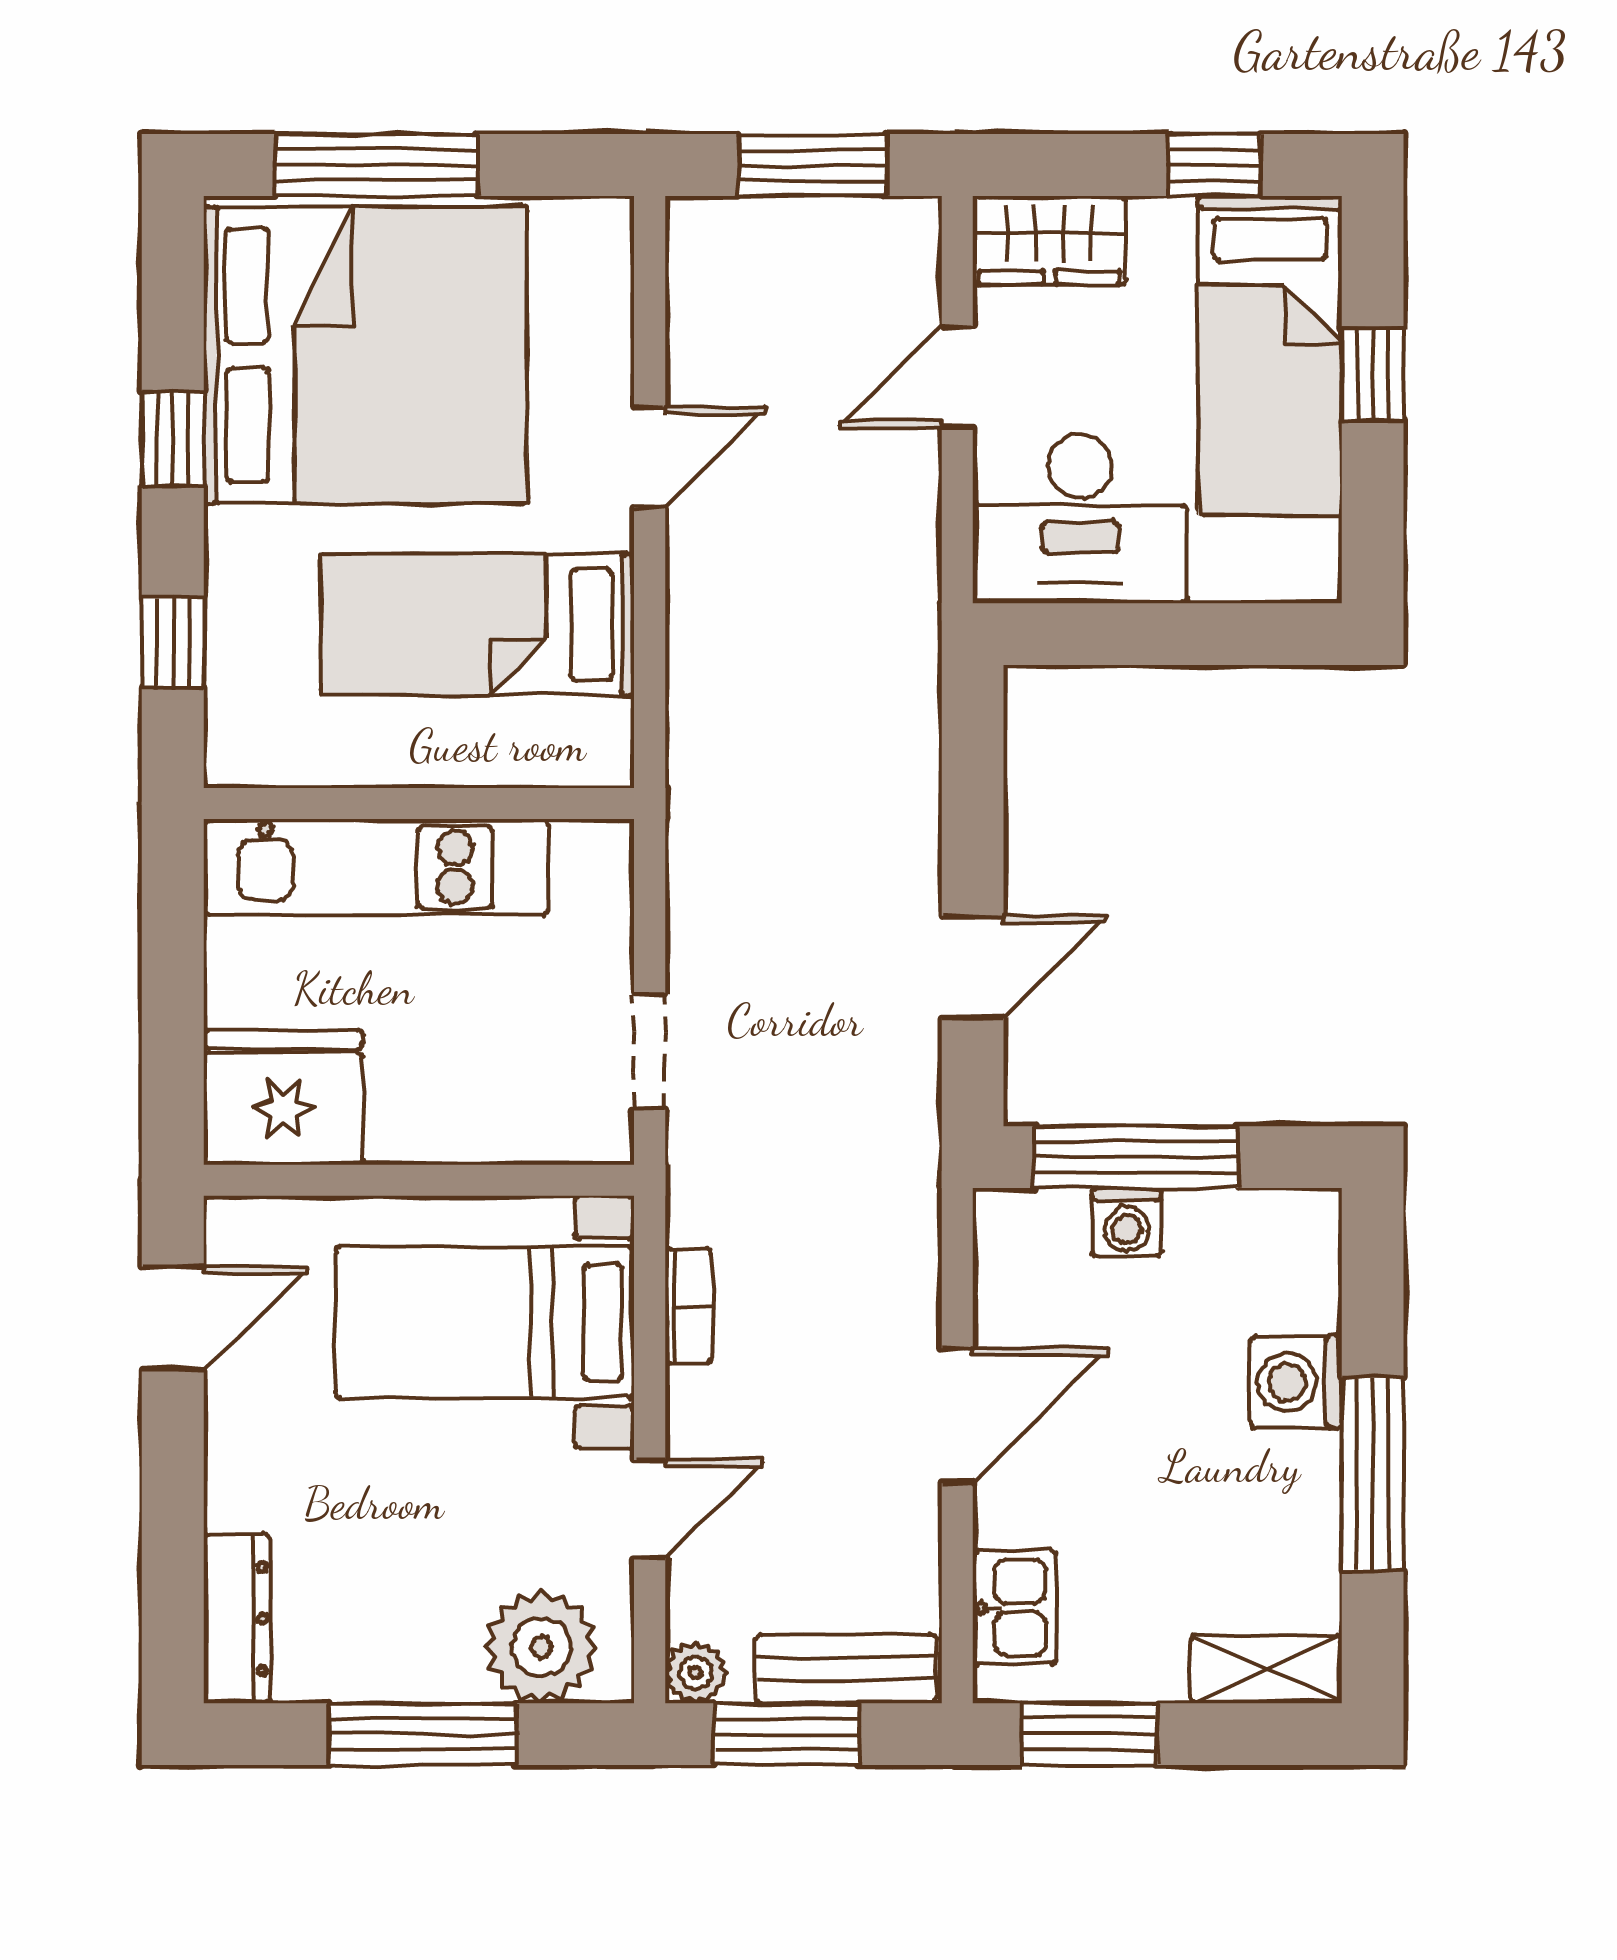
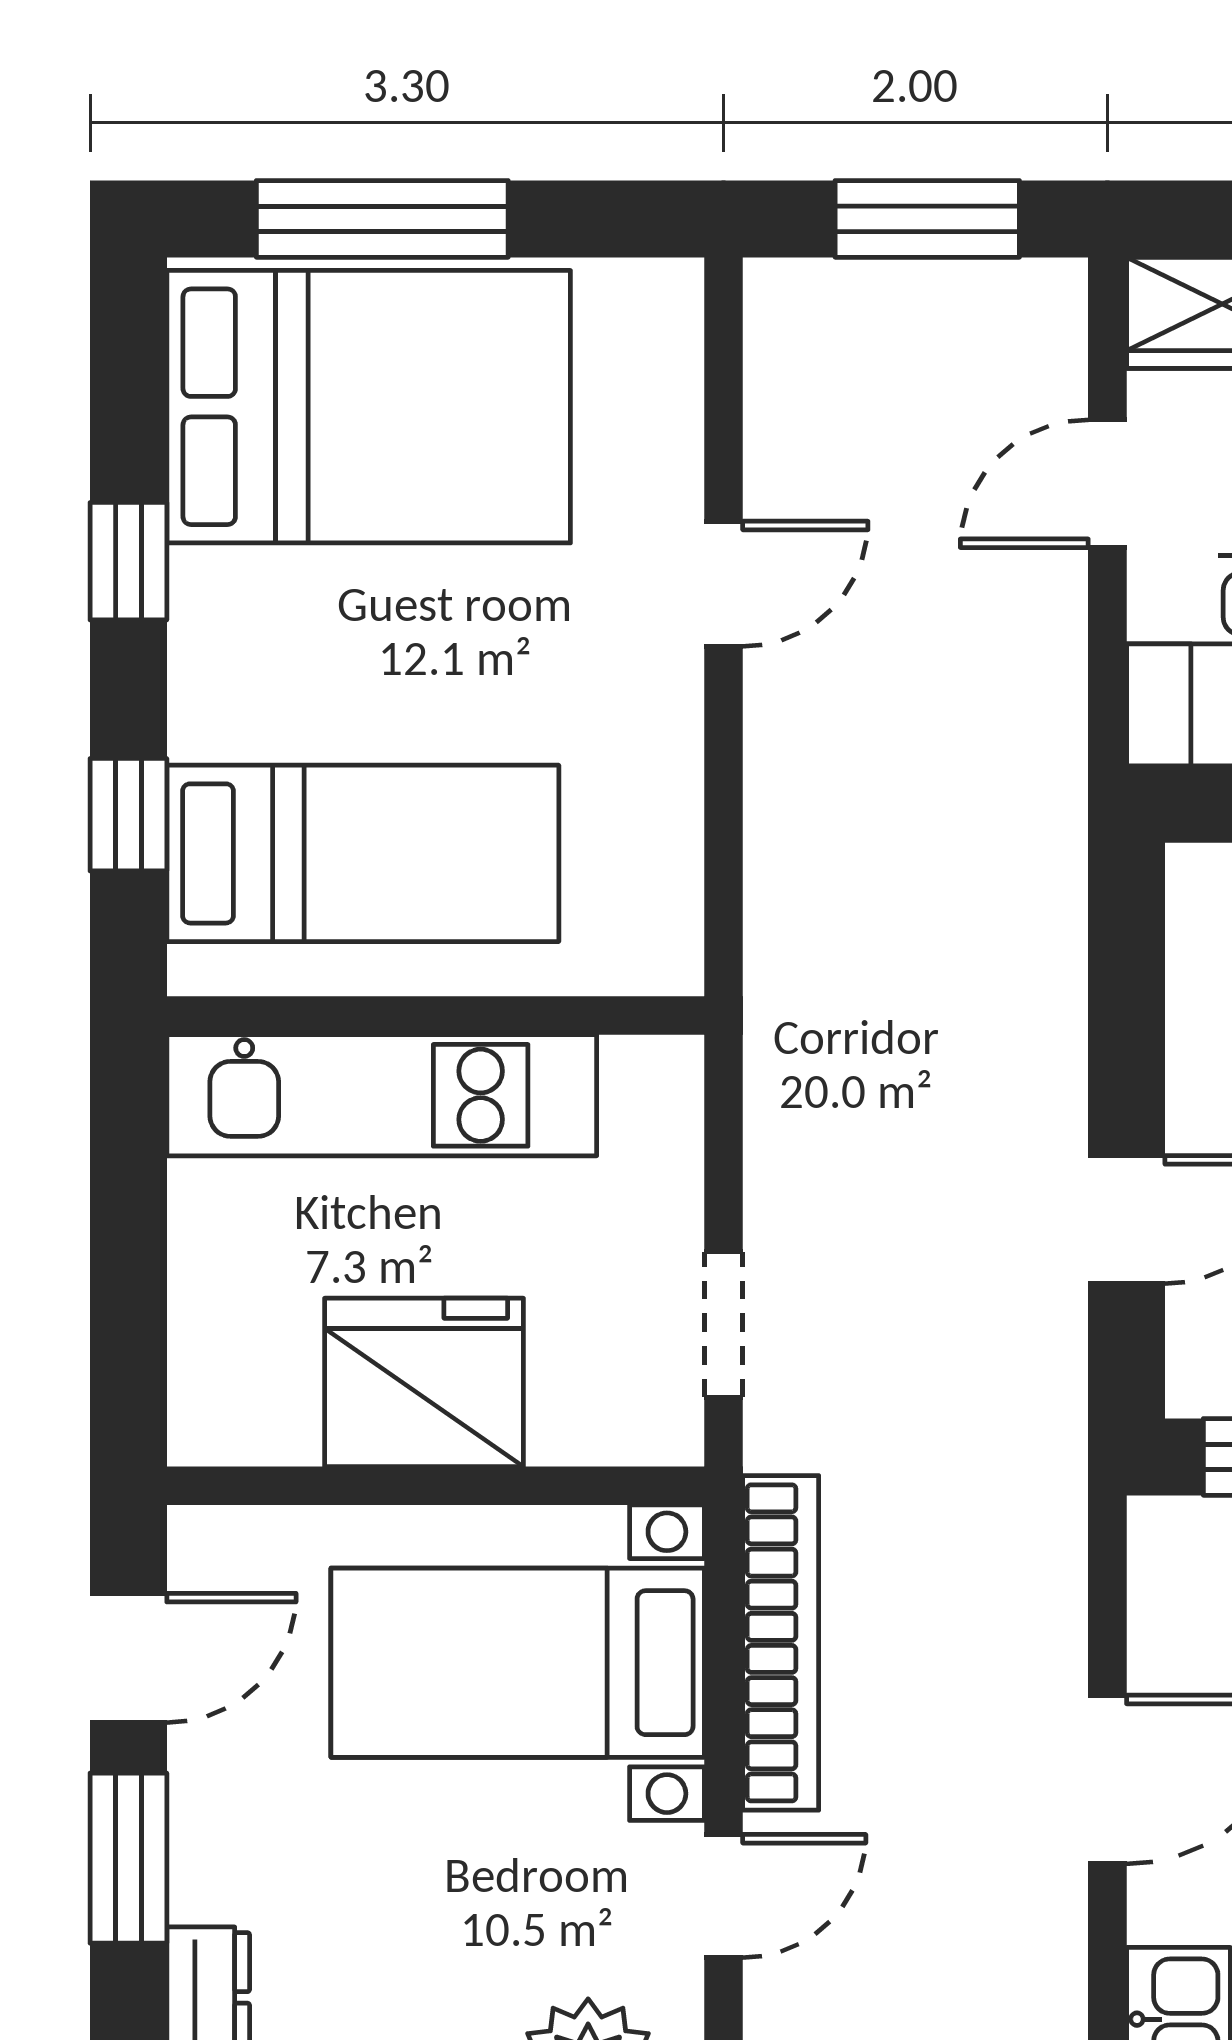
bed: (365, 355) -> (369, 407), width x0.73
bed: (477, 625) -> (363, 853), moved, turned 180
fridge: (283, 1097) -> (424, 1382), moved
bookcase: (688, 1306) -> (781, 1643), width x2.31, depth x1.31
window: (173, 1479) -> (128, 1858), added

